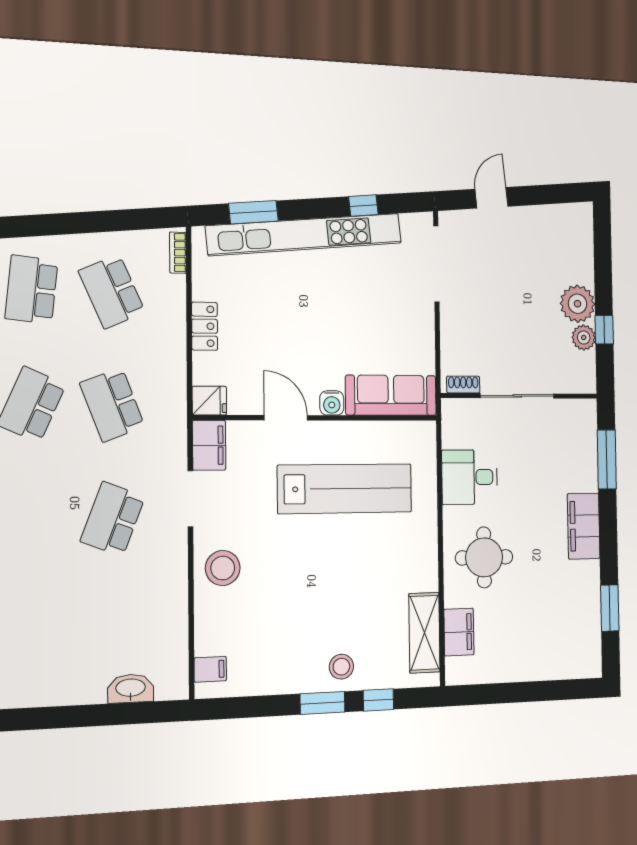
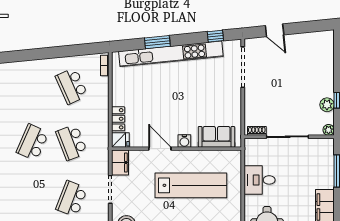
door: (491, 198) -> (275, 30), swing flipped
window: (363, 206) -> (215, 36), moved
window: (253, 212) -> (157, 42), moved
school desk: (31, 289) -> (33, 86), removed
plant: (577, 304) -> (329, 130), moved, width x0.53, depth x0.53
locker: (205, 326) -> (118, 119), moved
sofa: (391, 395) -> (216, 137), width x0.73

